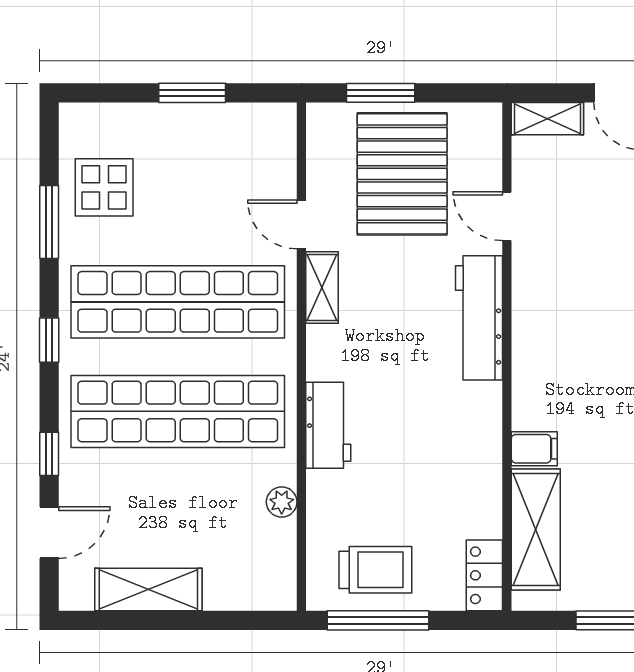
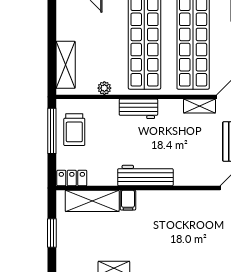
workbench: (479, 318) -> (145, 176), moved
shelving: (148, 589) -> (66, 65), moved

